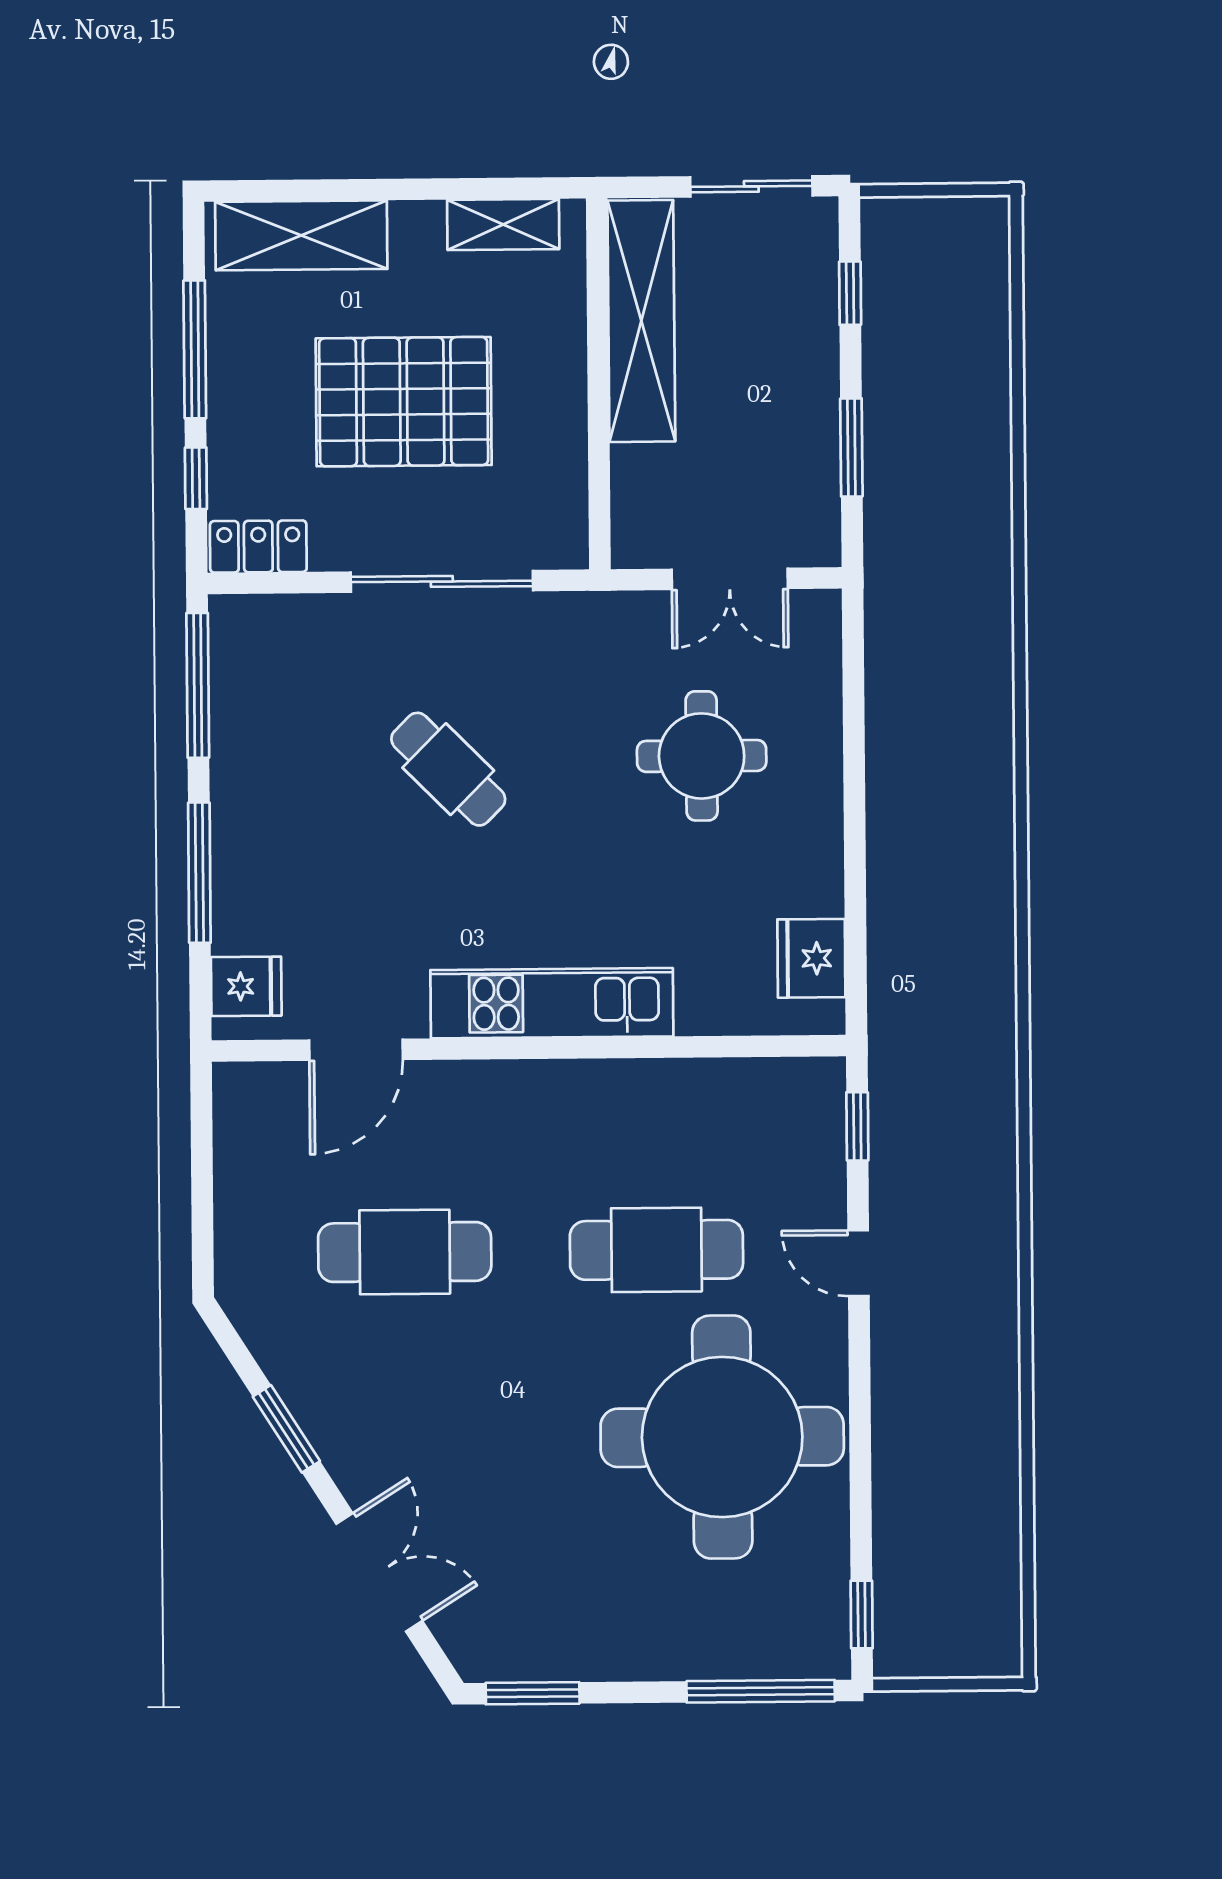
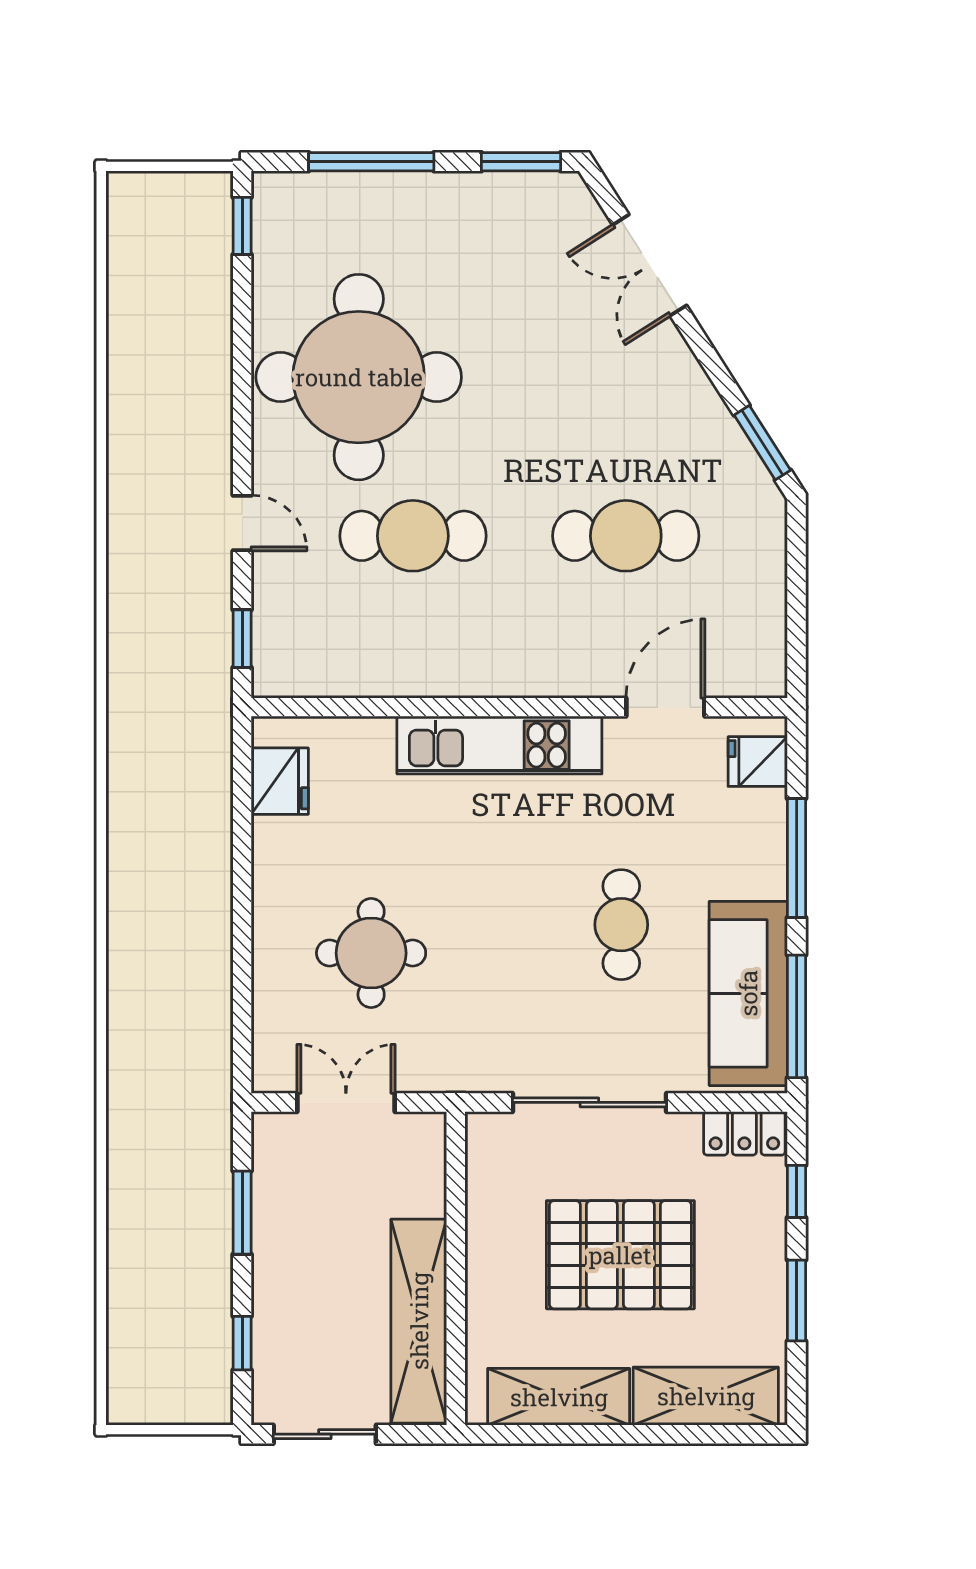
shelving: (503, 224) -> (559, 1397), width x1.50, depth x1.33
window: (195, 349) -> (797, 1300), width x0.69
sofa: (255, 712) -> (748, 993), added
cafe table: (448, 769) -> (621, 925), moved, turned 45
window: (286, 1429) -> (762, 443), moved
window: (761, 1691) -> (371, 162), moved

